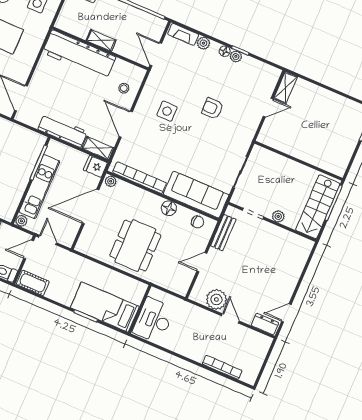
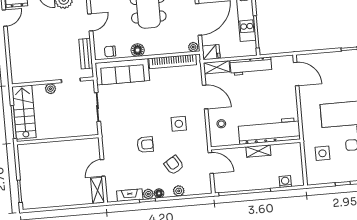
fireplace: (183, 34) -> (130, 195), moved
armchair: (194, 72) -> (174, 165), added

